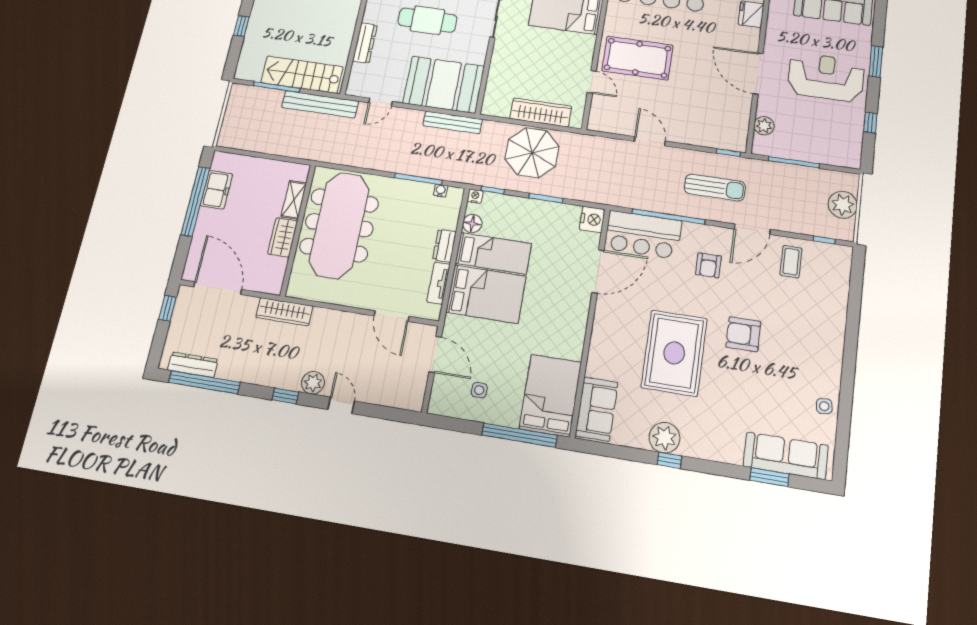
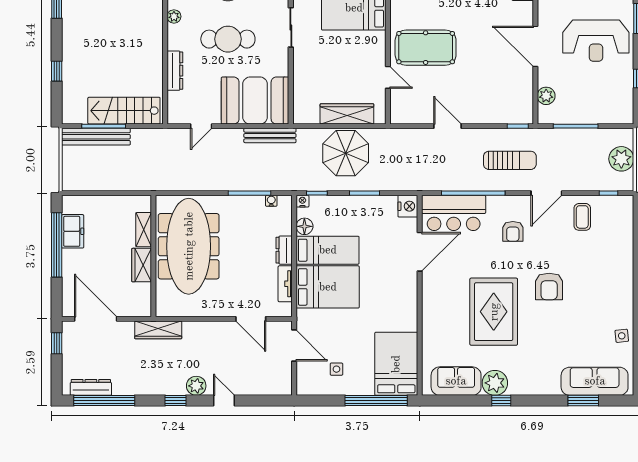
reception desk: (826, 77) -> (596, 41), turned 180
bench: (320, 104) -> (96, 137), moved
armchair: (743, 334) -> (549, 286), turned -90
sofa: (597, 409) -> (456, 381), moved, turned -90

